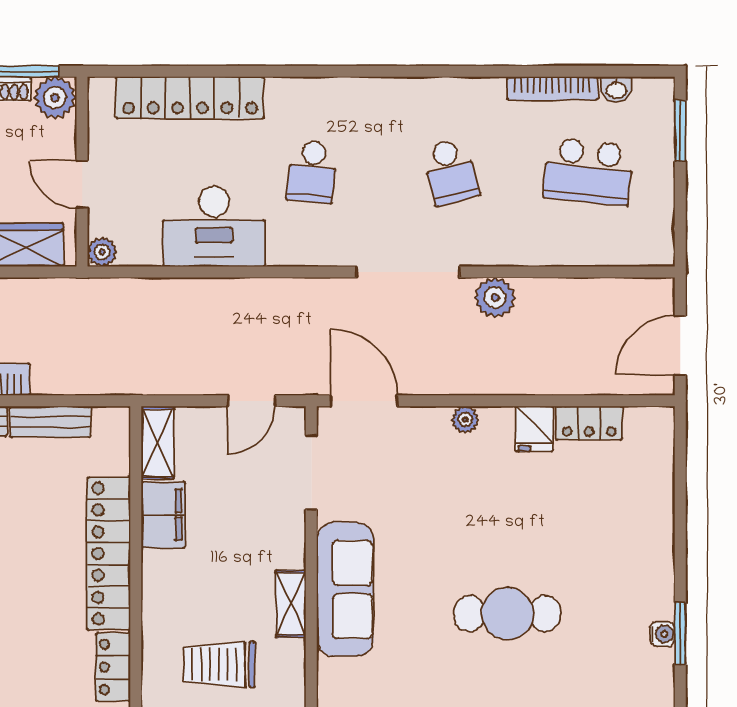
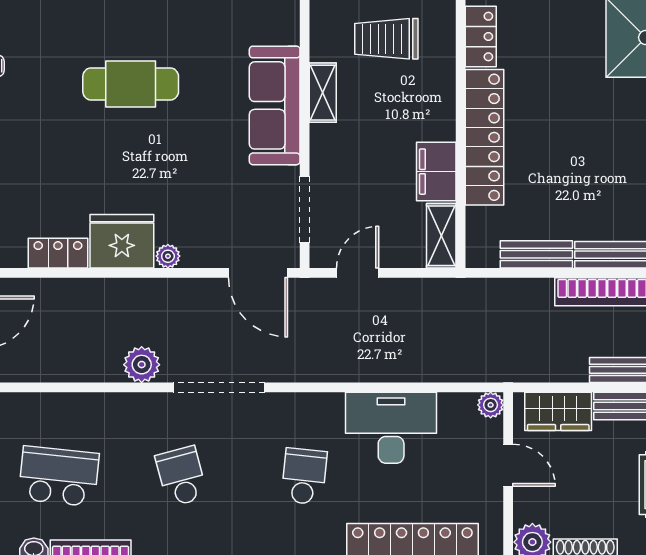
fridge: (534, 429) -> (122, 241), width x1.88, depth x1.34
trolley: (219, 664) -> (386, 39), turned 180

